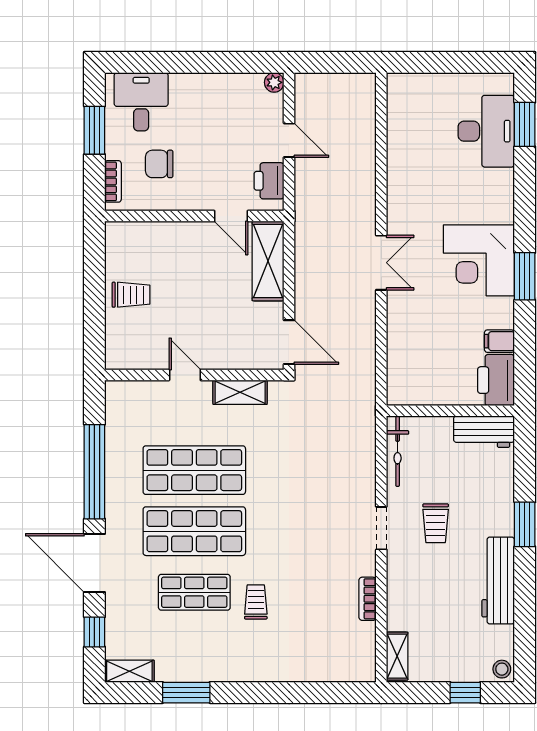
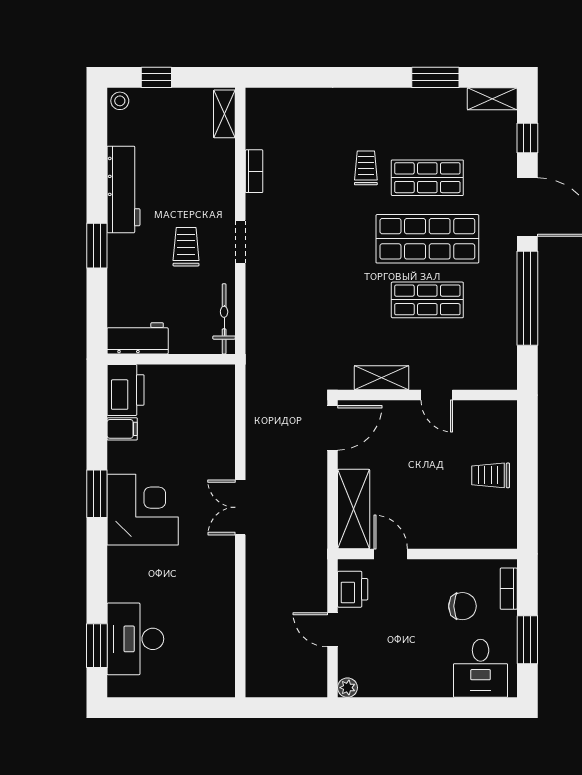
door: (289, 342) -> (333, 428), swing flipped
shop shelf: (194, 470) -> (427, 300), width x0.70, depth x0.74
trolley: (256, 602) -> (366, 168), turned 180

